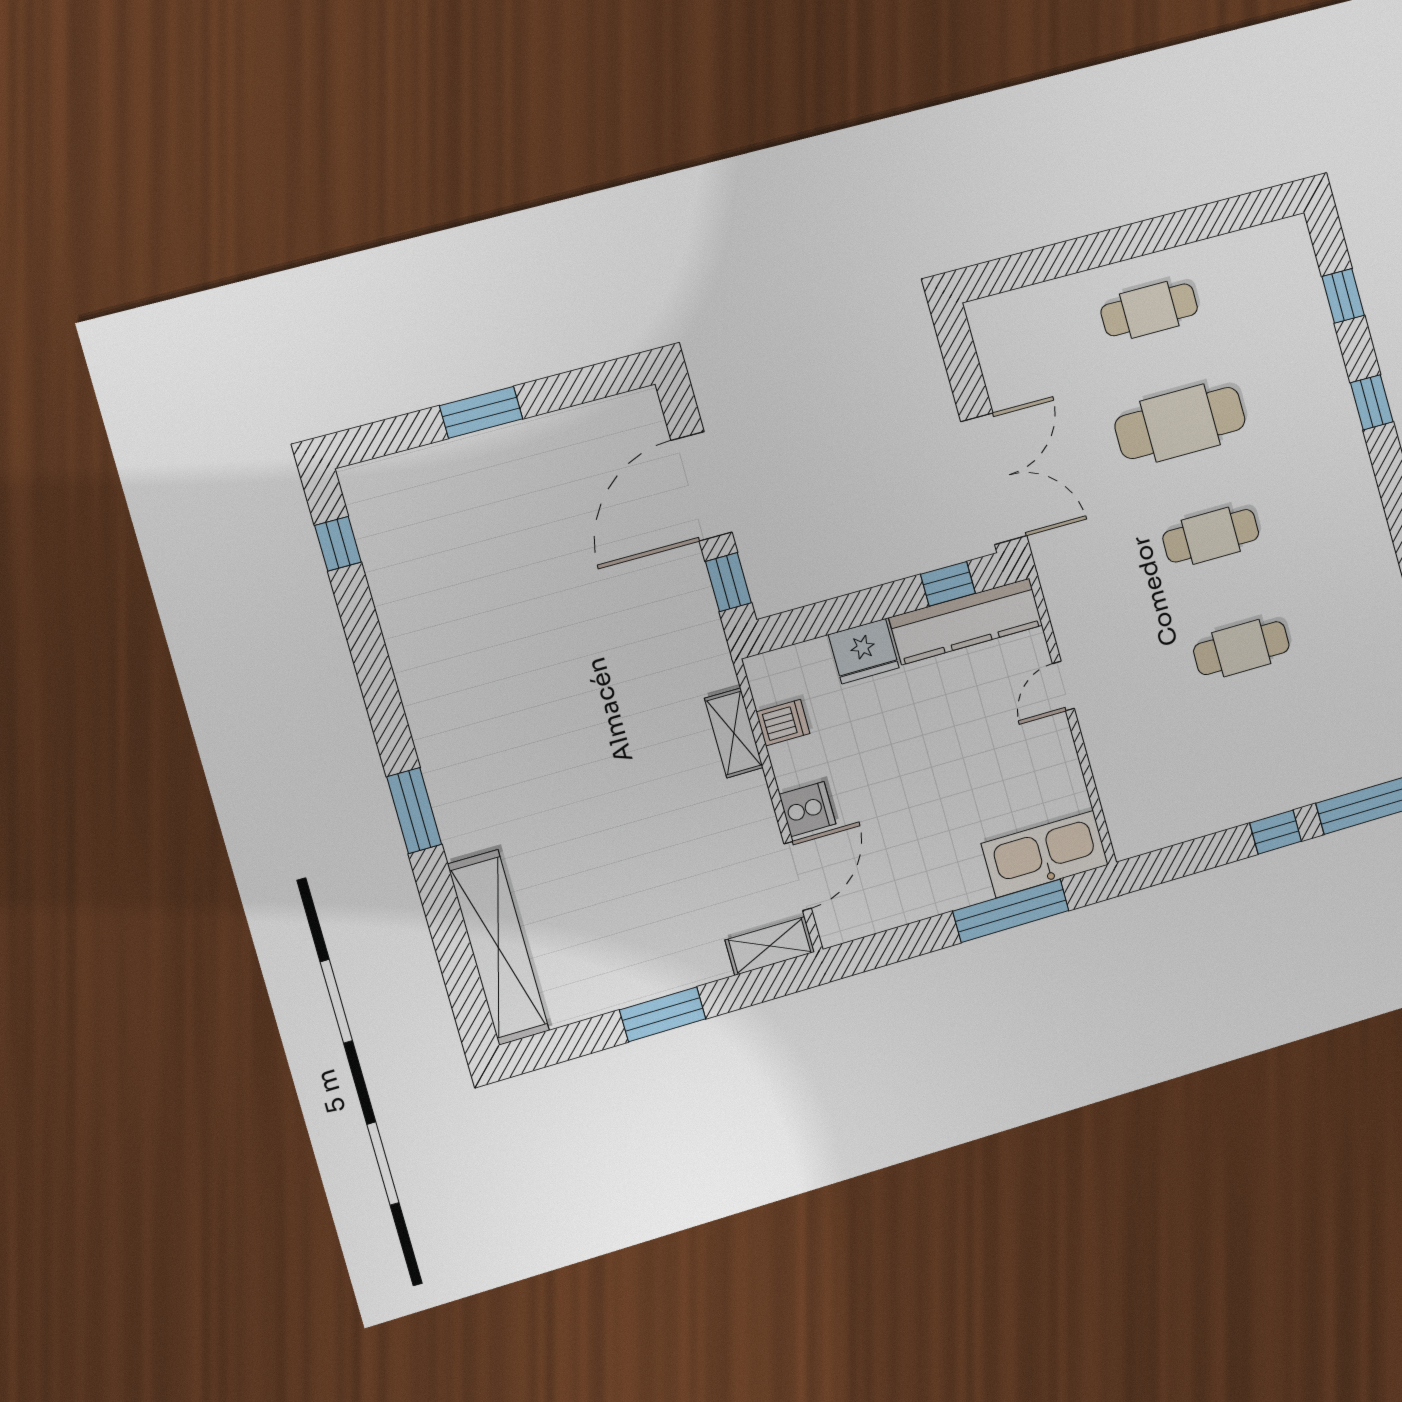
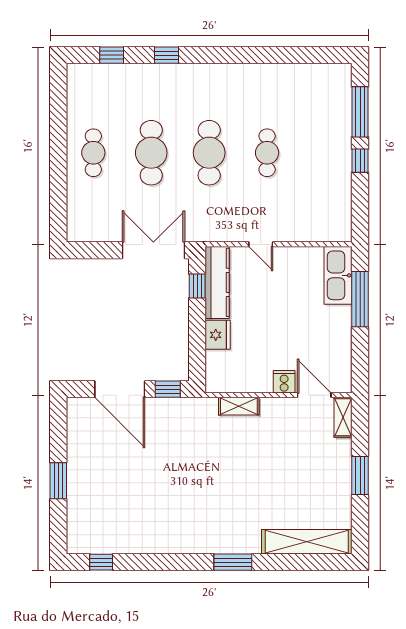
cafe table: (1211, 536) -> (209, 153), width x1.37, depth x1.35
dishwasher: (783, 723) -> (240, 382), removed

